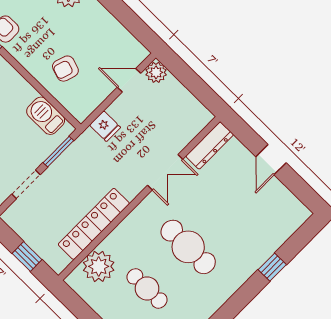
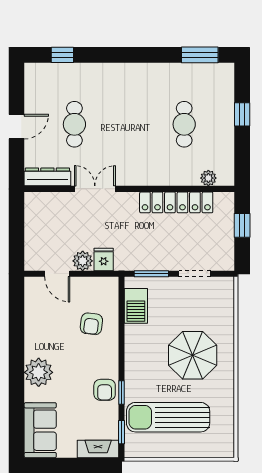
armchair: (65, 69) -> (91, 324), turned 79
plant: (156, 72) -> (83, 261), moved
cafe table: (188, 247) -> (74, 124), moved, width x0.73, depth x0.74
plant: (99, 266) -> (208, 178), width x0.53, depth x0.53
window: (272, 267) -> (62, 55), moved

